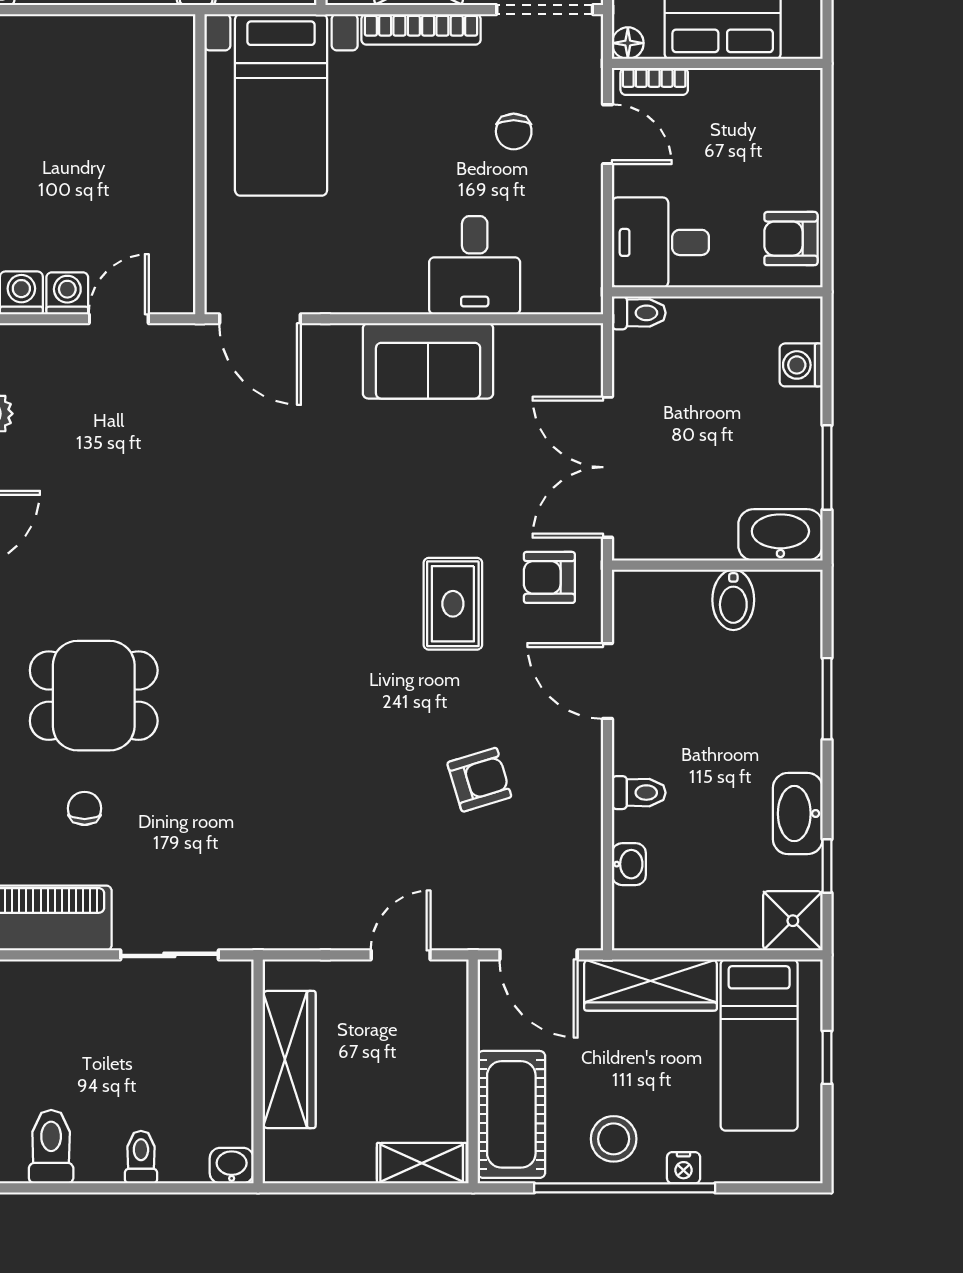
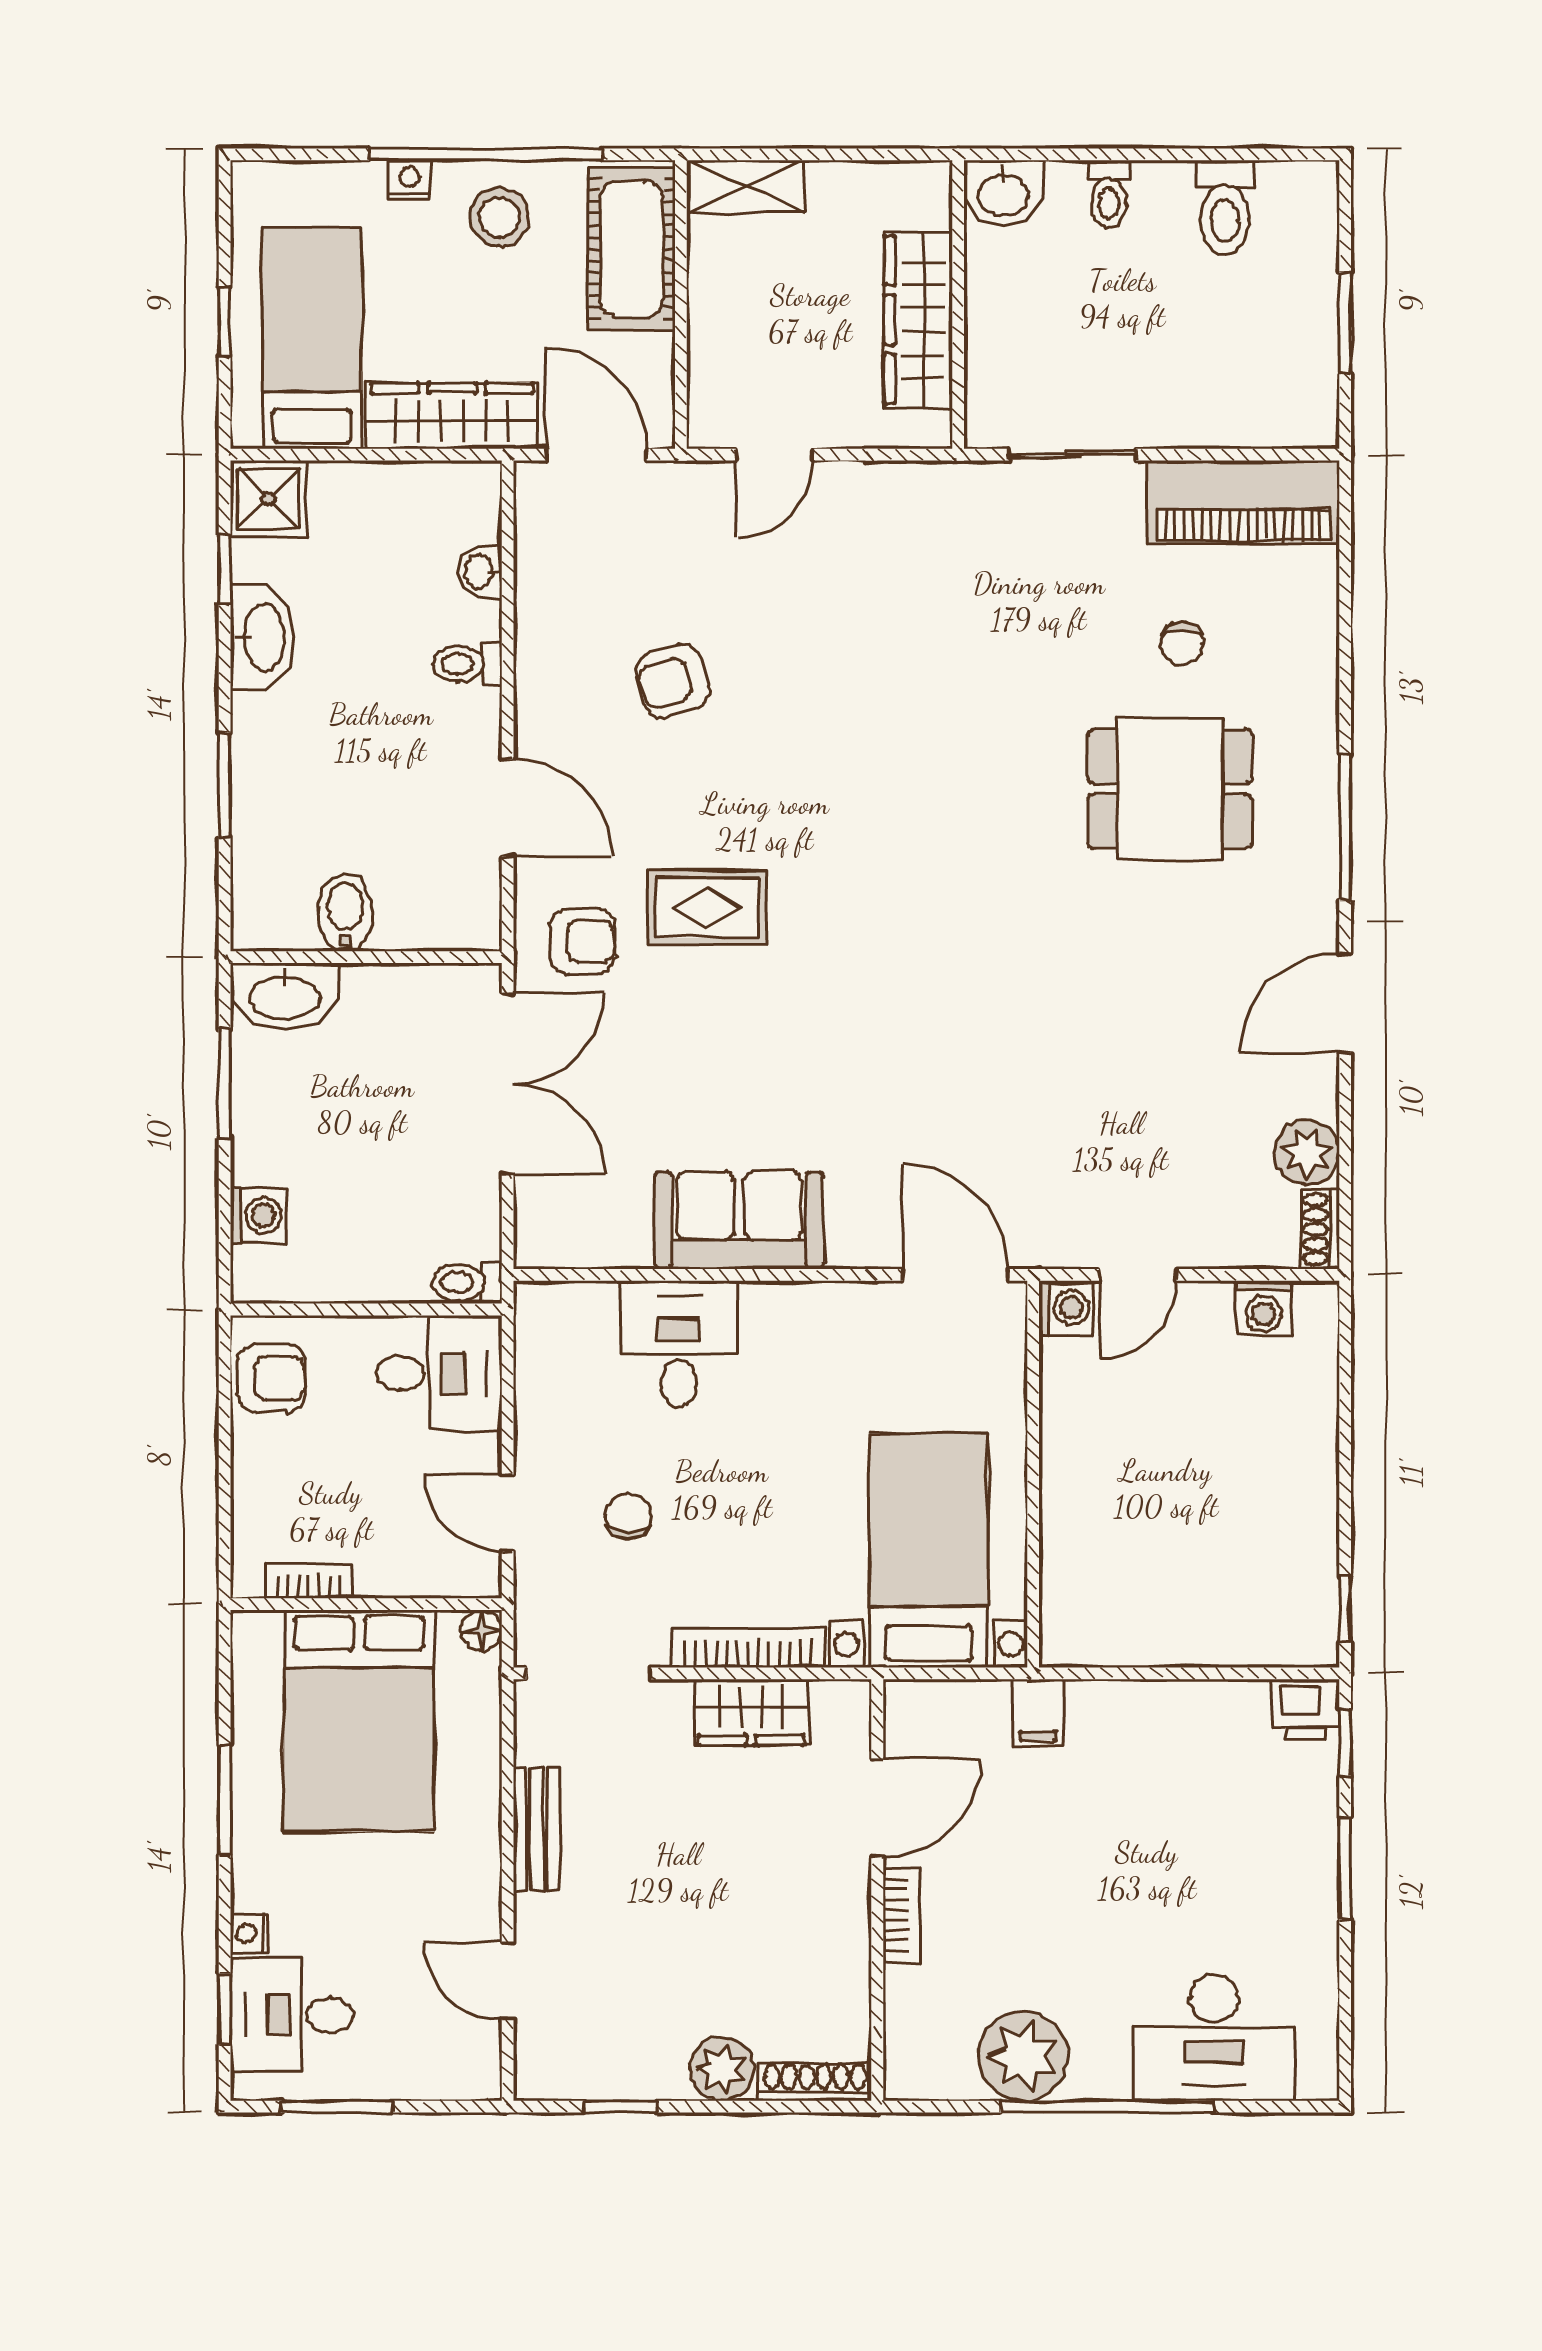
bookcase: (654, 81) -> (309, 1581), moved
washing machine: (67, 293) -> (1066, 1308), moved, turned -90
rug: (453, 604) -> (707, 907), turned 90
washbasin: (232, 1166) -> (1003, 193), width x1.38, depth x1.45

